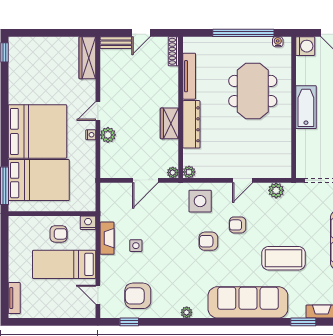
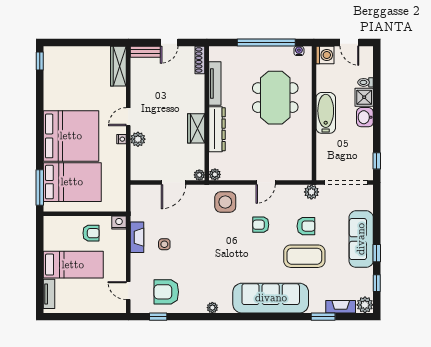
plant: (276, 190) -> (311, 192), moved
armchair: (208, 241) -> (306, 226), moved, turned 180
bed: (64, 264) -> (73, 265), moved, turned 180

